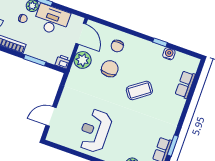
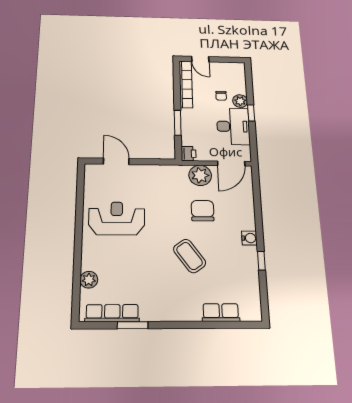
chair: (117, 46) -> (234, 210), removed
water cooler: (169, 54) -> (249, 238), moved
chair: (110, 69) -> (203, 211), turned -90

